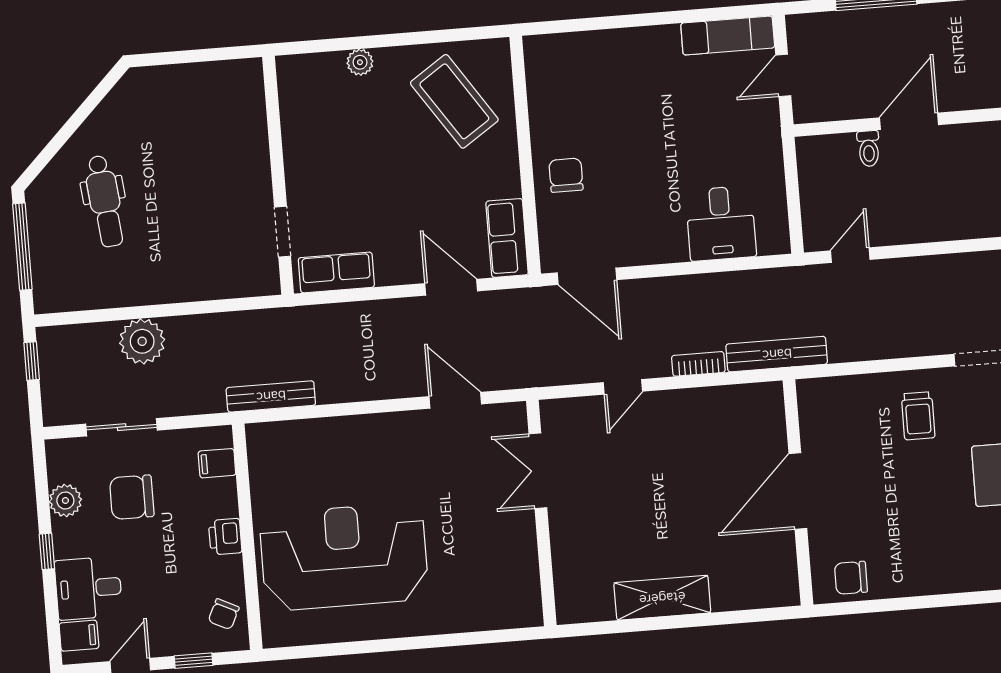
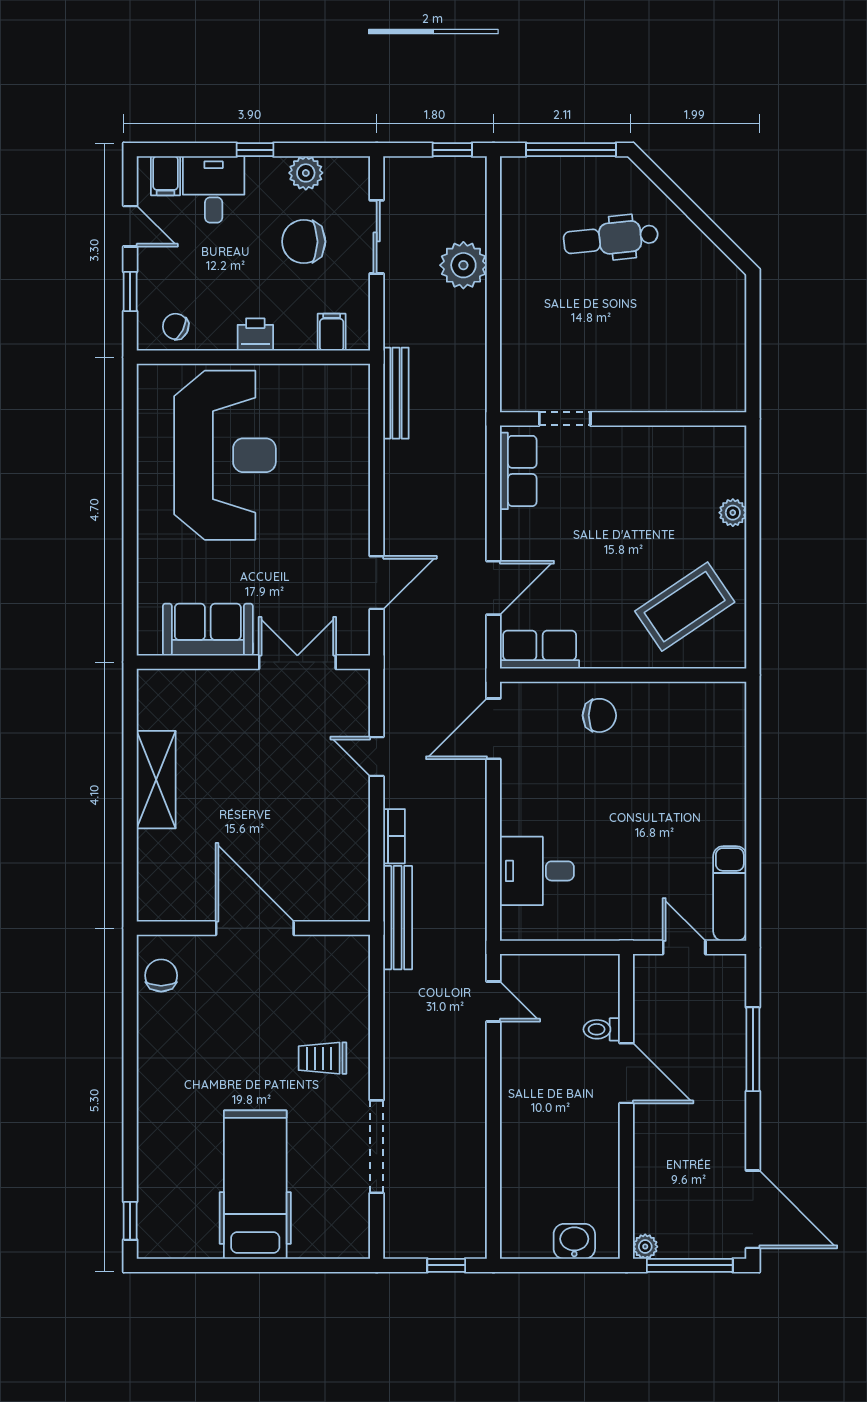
chair: (132, 497) -> (304, 242), turned -90
sofa: (514, 560) -> (208, 630), added

